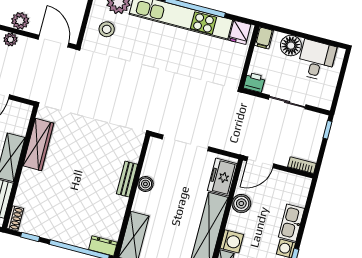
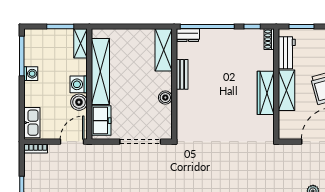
wardrobe: (38, 144) -> (266, 93), moved
bench: (127, 179) -> (182, 74), moved
kitchen sink: (291, 223) -> (32, 123), moved
washing machine: (232, 241) -> (79, 84), moved

